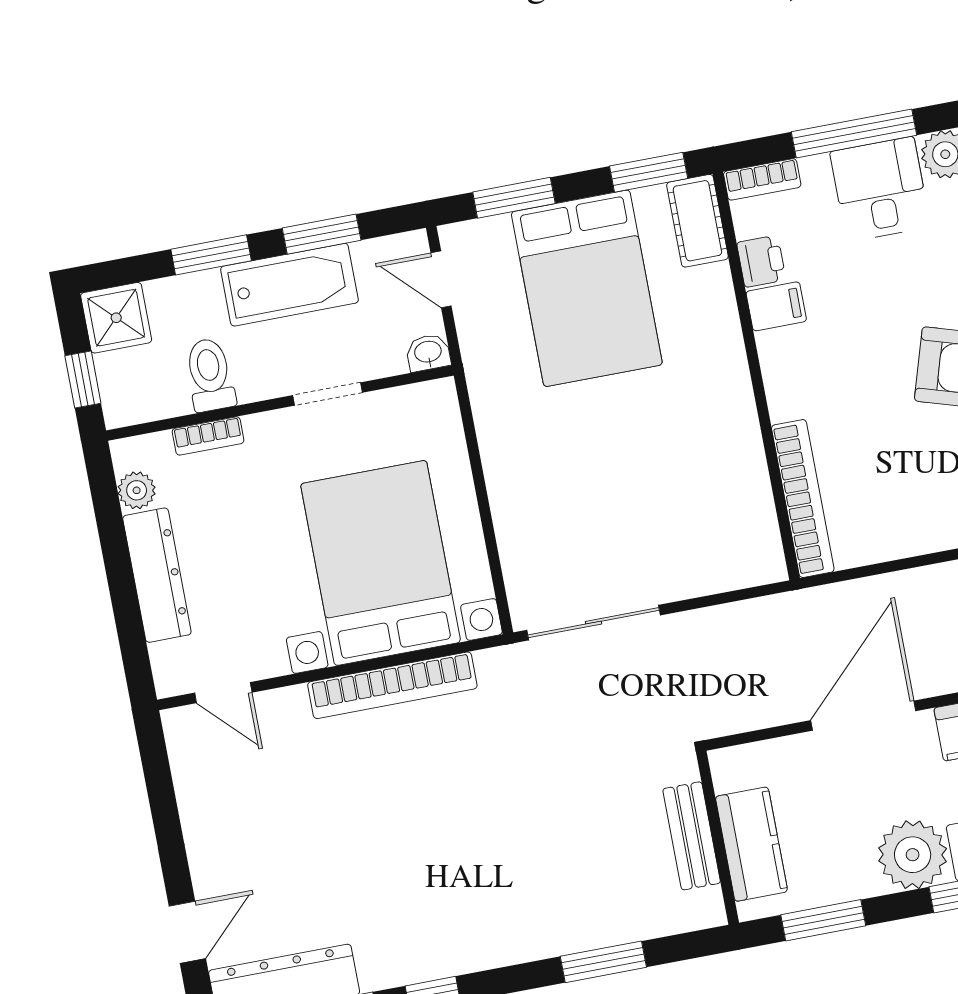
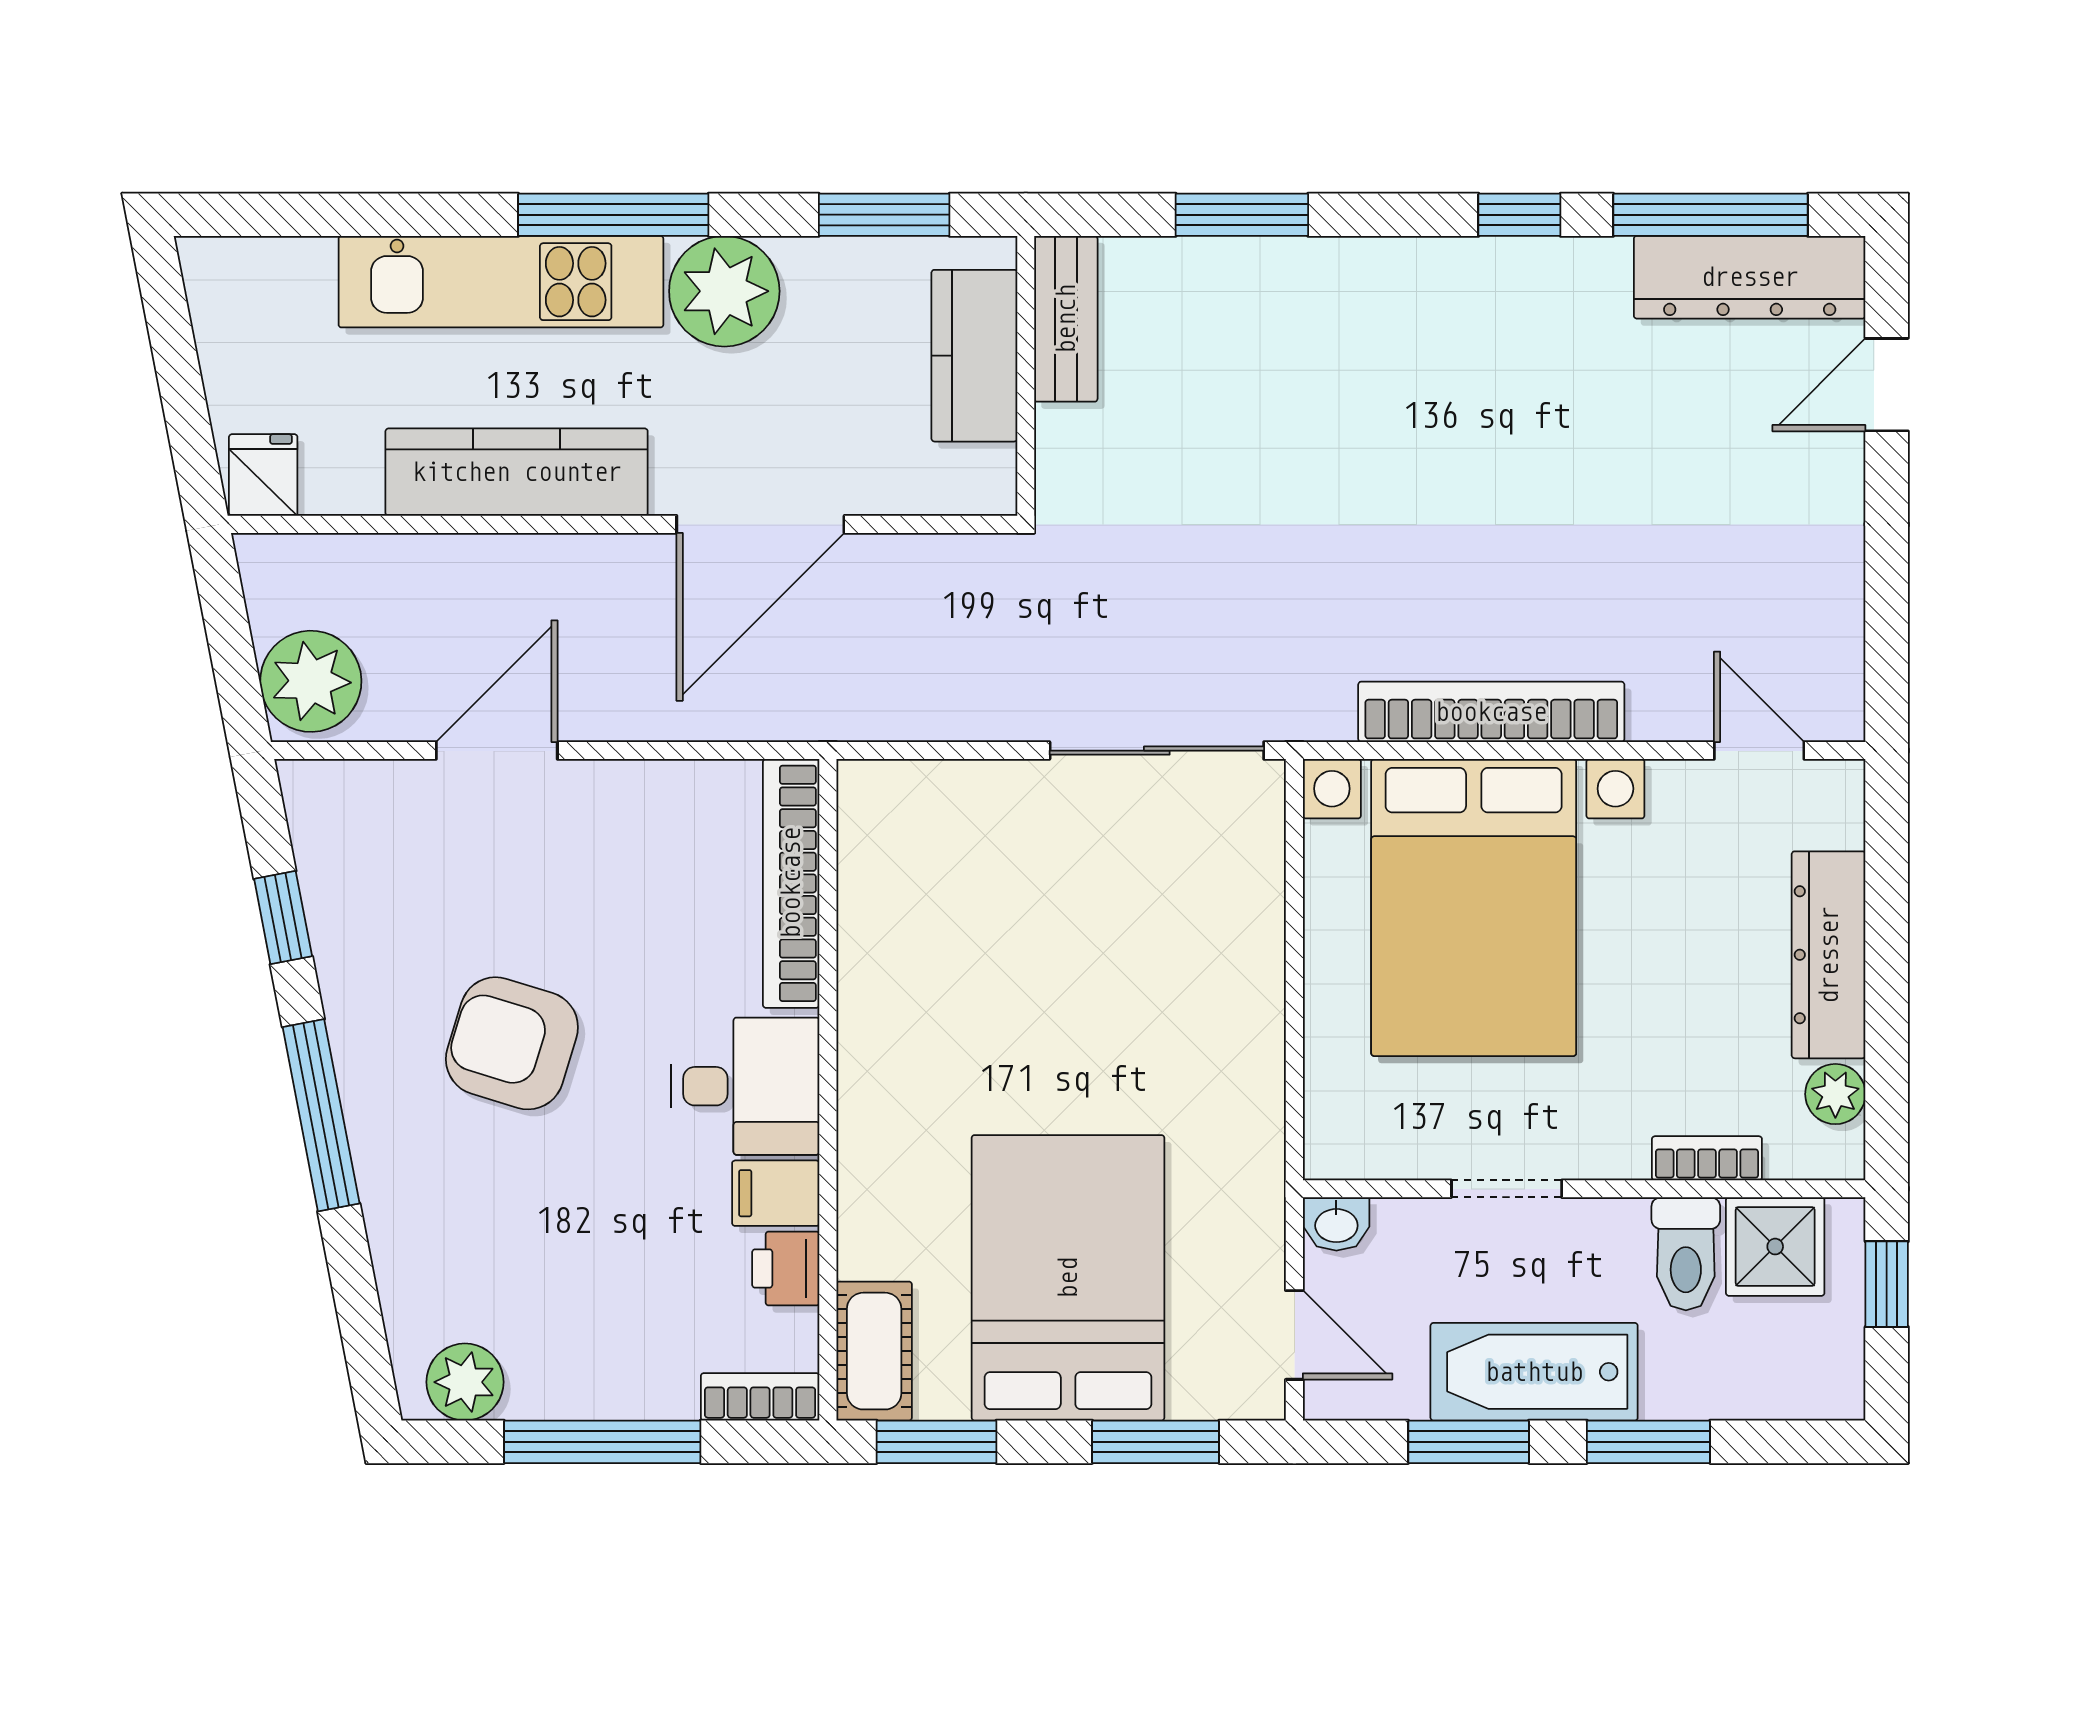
desk: (880, 189) -> (745, 1086), moved, turned -90
shower: (116, 318) -> (1775, 1247), moved
bench: (692, 836) -> (1066, 319), moved

